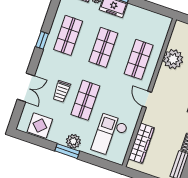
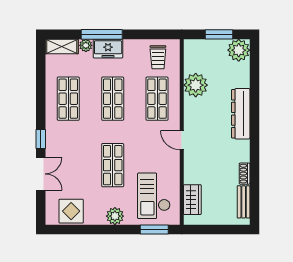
window: (42, 40) -> (41, 139), moved
trolley: (61, 91) -> (158, 57), moved
wardrobe: (141, 143) -> (192, 200), width x0.67
window: (67, 151) -> (154, 229), moved

